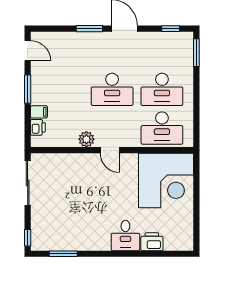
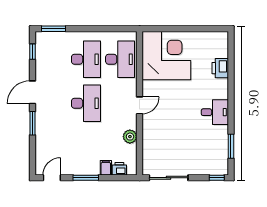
plant: (86, 139) -> (130, 137), moved
desk: (125, 235) -> (215, 112), moved

